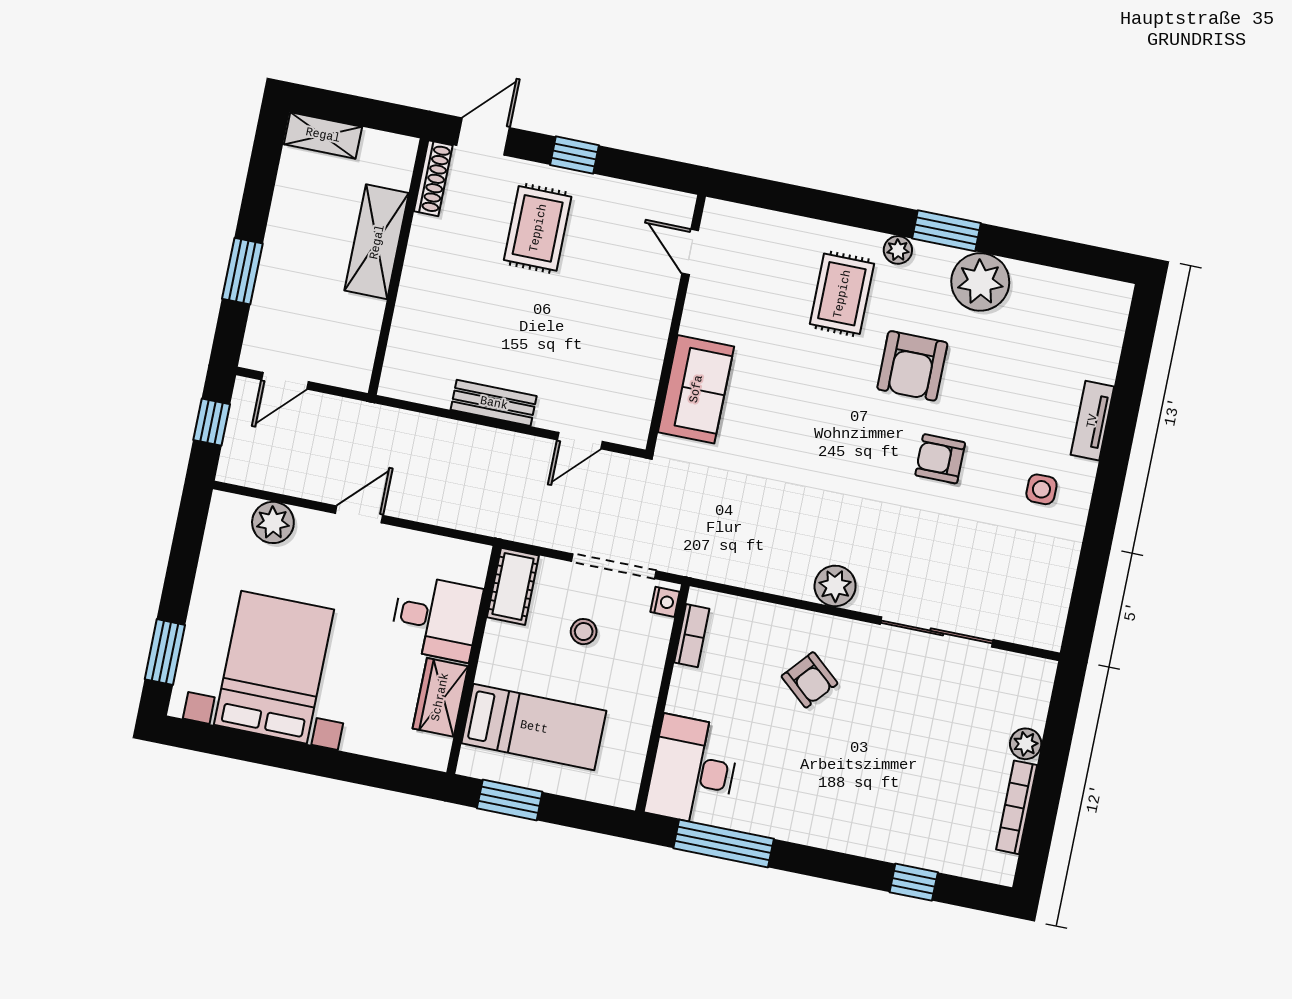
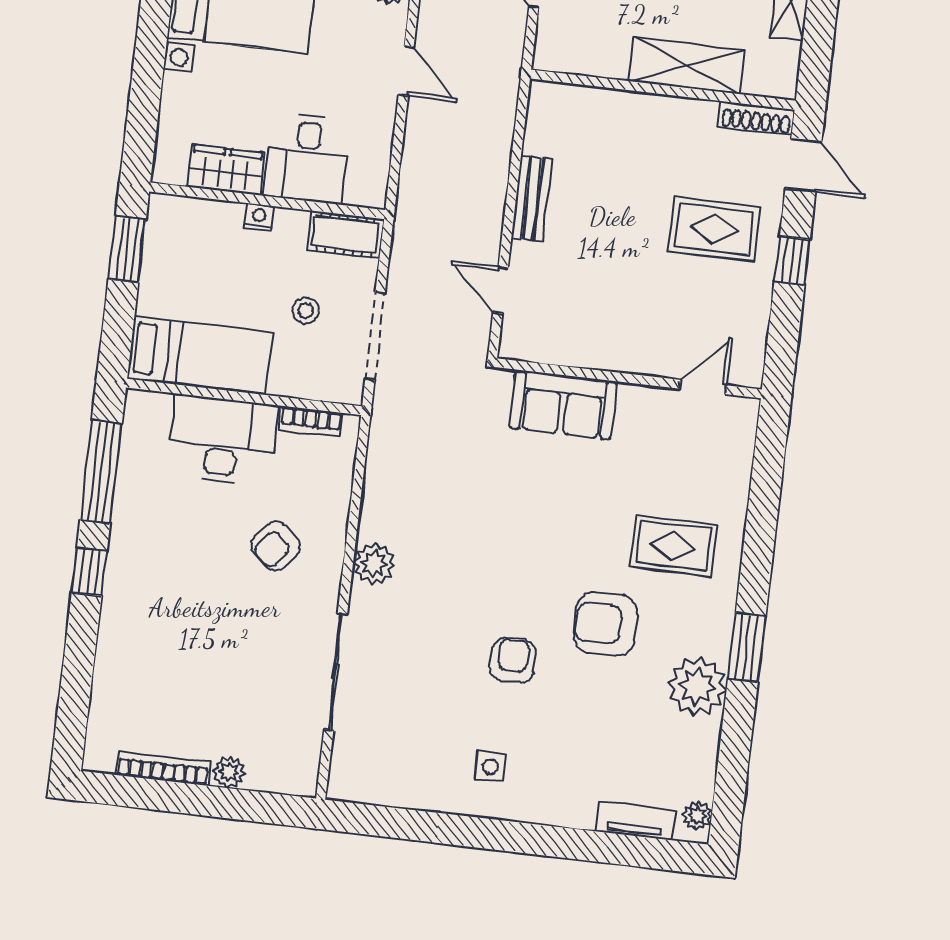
plant: (898, 250) -> (697, 816), moved
tv unit: (1092, 421) -> (635, 821), moved
nightstand: (665, 602) -> (259, 217), moved, turned 180
bed: (534, 727) -> (200, 355), moved, turned -90
desk: (693, 771) -> (222, 440), moved
window: (914, 882) -> (89, 572), moved

